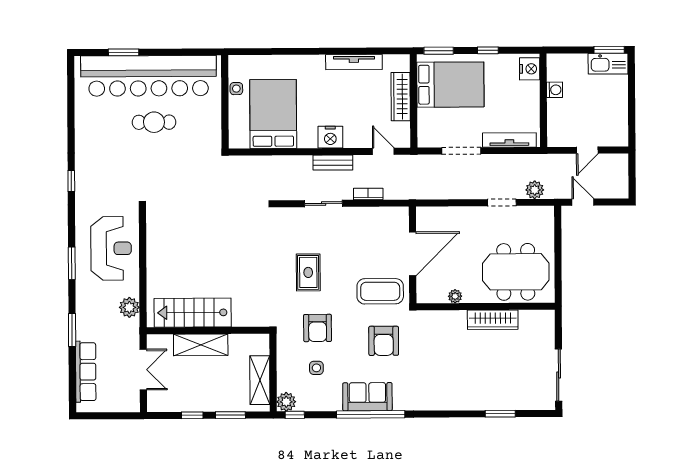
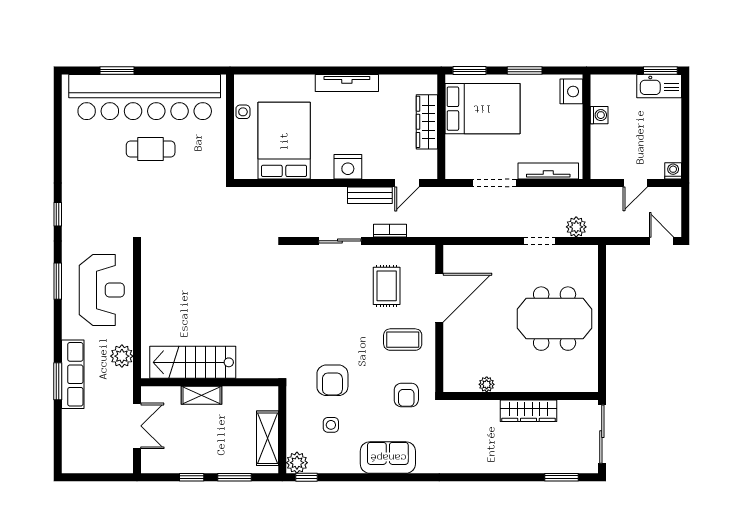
window: (488, 50) -> (525, 71), width x1.50
tv unit: (354, 62) -> (347, 83), moved
washing machine: (621, 139) -> (673, 171), added
door: (383, 151) -> (407, 183), swing flipped
bench: (333, 163) -> (370, 195), moved
door: (583, 202) -> (661, 241), moved
window: (72, 263) -> (58, 281), moved
rug: (308, 272) -> (387, 286), moved
coffee table: (380, 291) -> (403, 340), width x0.73, depth x0.76
plant: (455, 296) -> (487, 384), moved
wall: (486, 306) -> (521, 396), moved
wardrobe: (493, 320) -> (529, 411), moved
armchair: (384, 341) -> (406, 395), width x0.72, depth x0.72
shelving: (201, 345) -> (202, 395), width x0.67, depth x0.75
row of seats: (86, 372) -> (73, 374), moved
window: (371, 414) -> (391, 477), removed
window: (500, 414) -> (562, 477), moved

